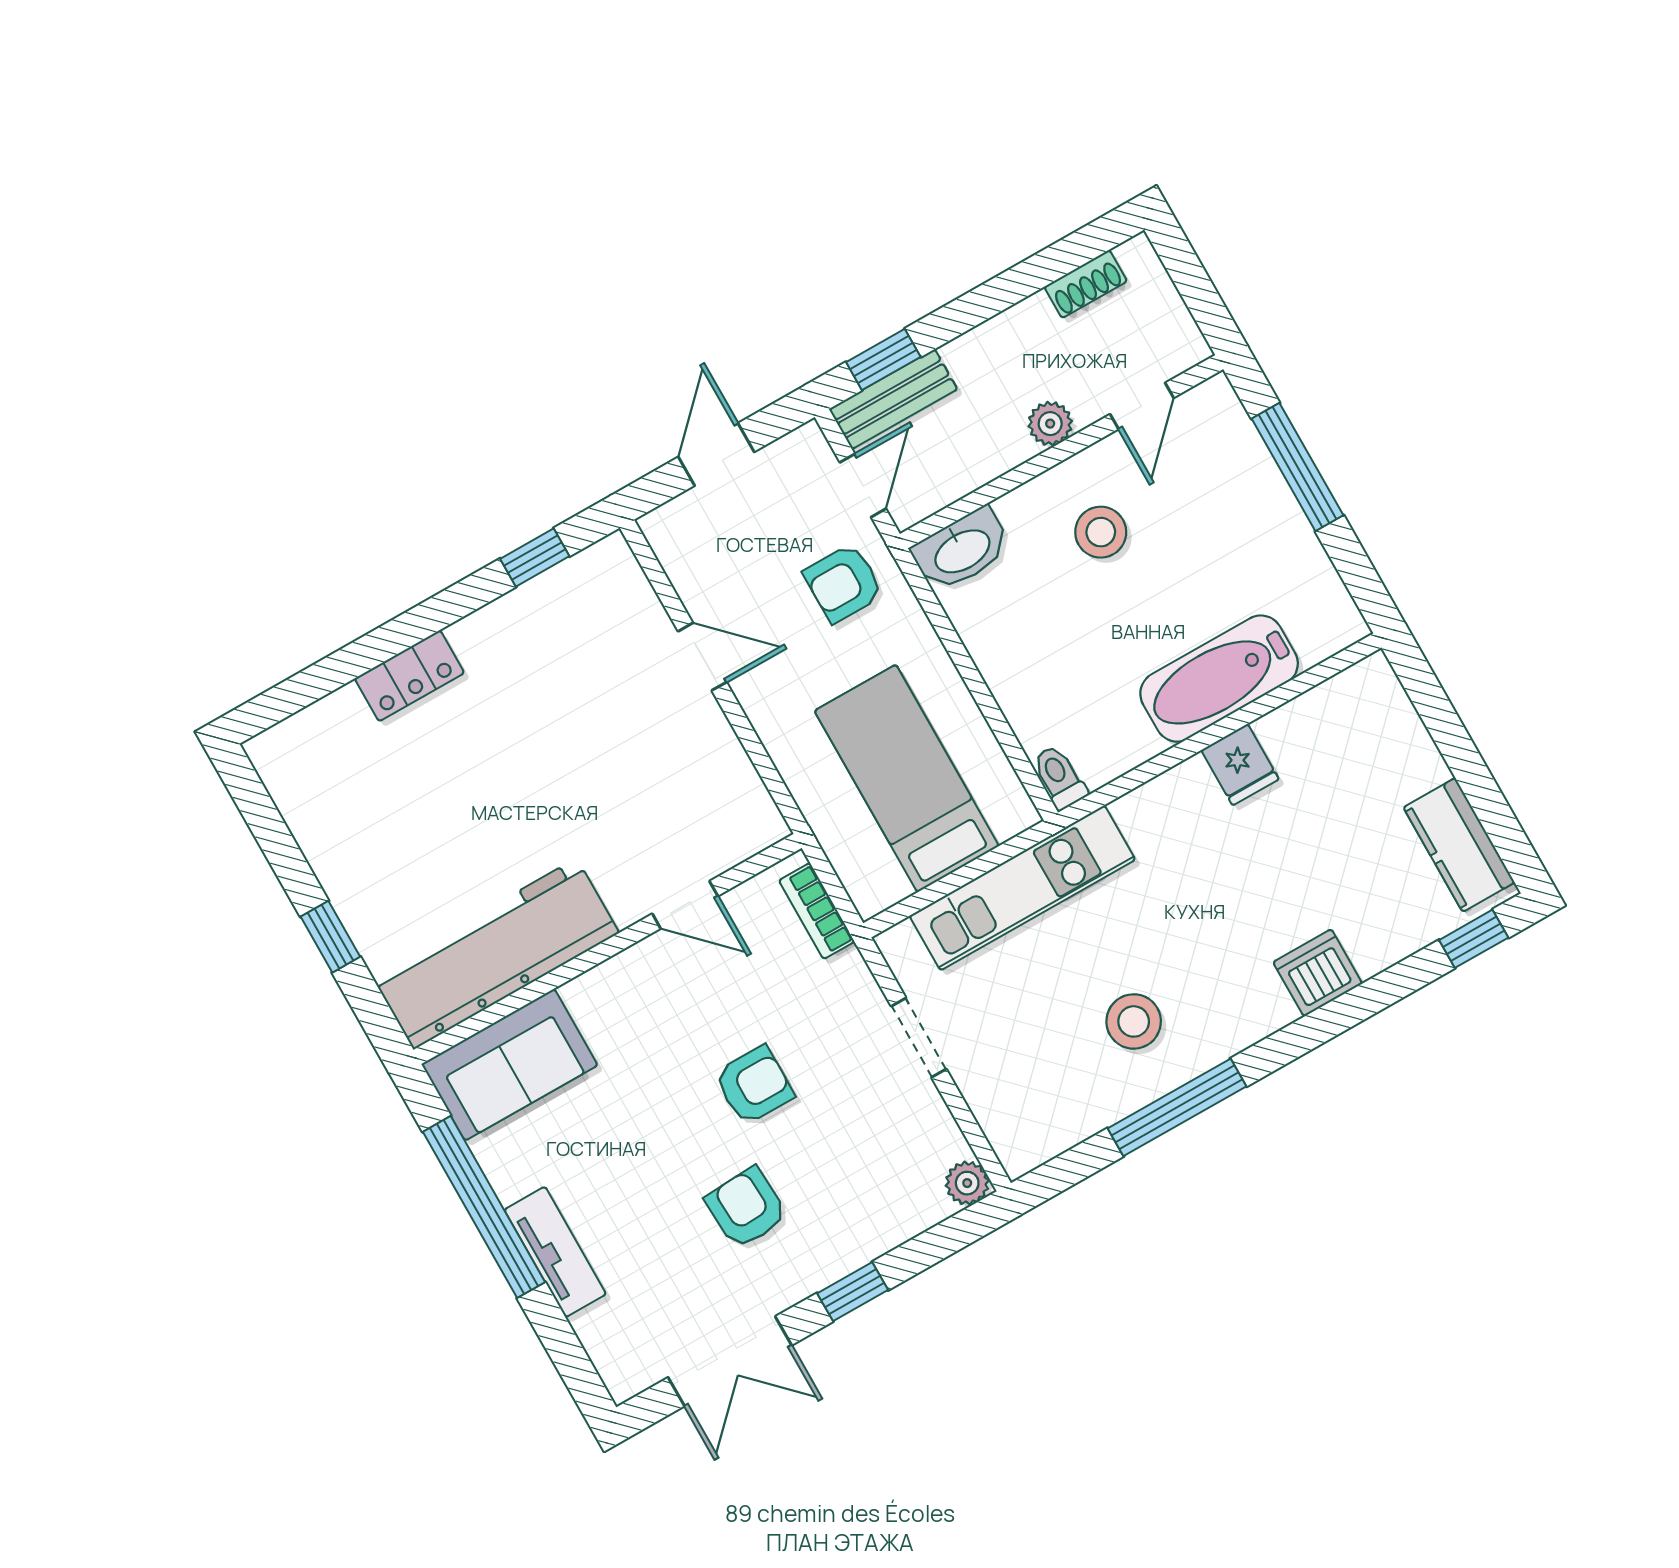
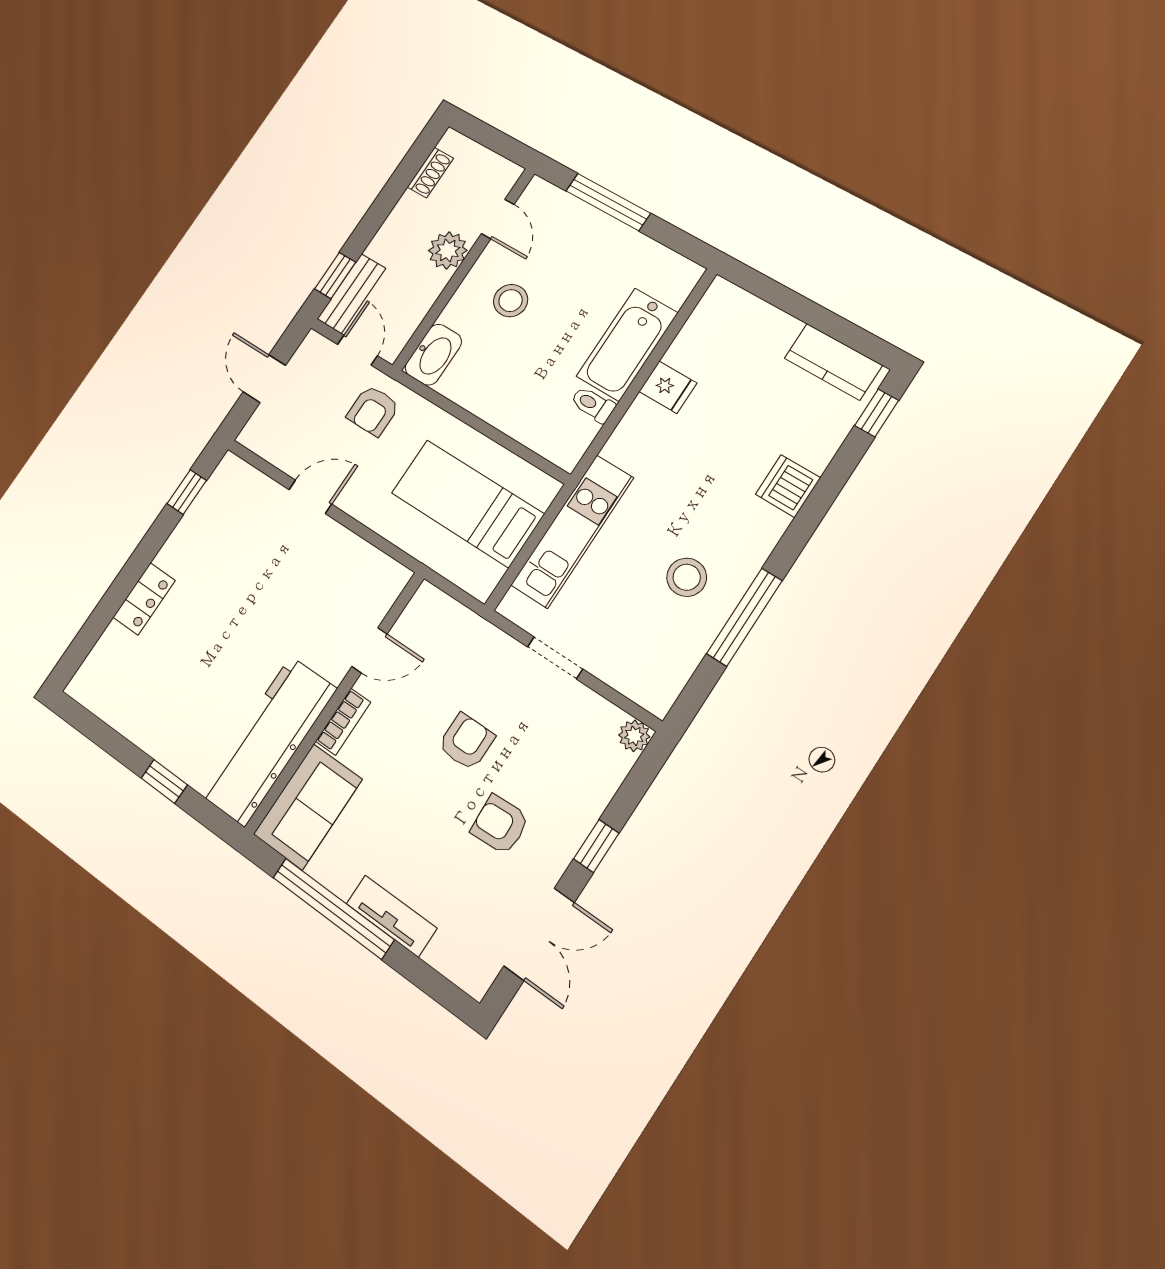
plant: (1050, 424) -> (448, 251), width x1.38, depth x1.38
toilet: (1059, 777) -> (593, 404), moved
bookcase: (817, 911) -> (343, 722), moved, turned -90

